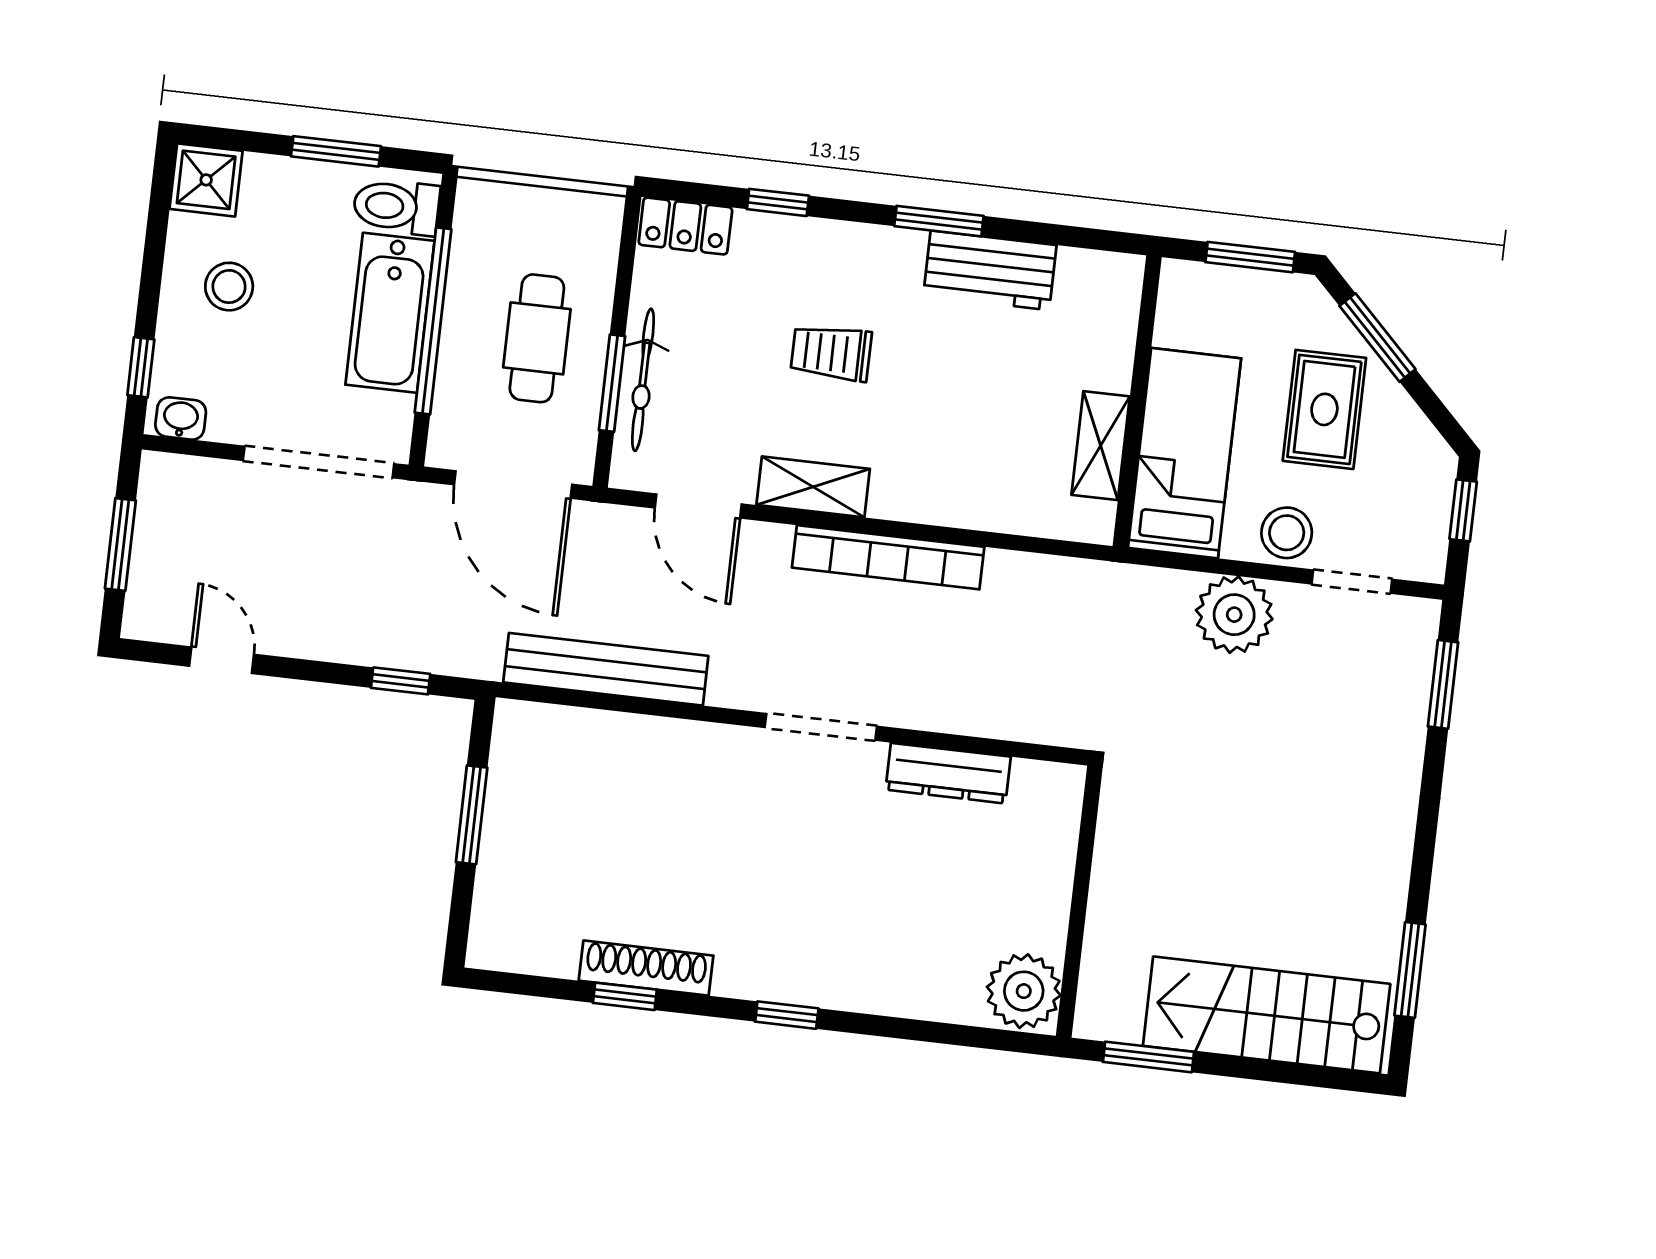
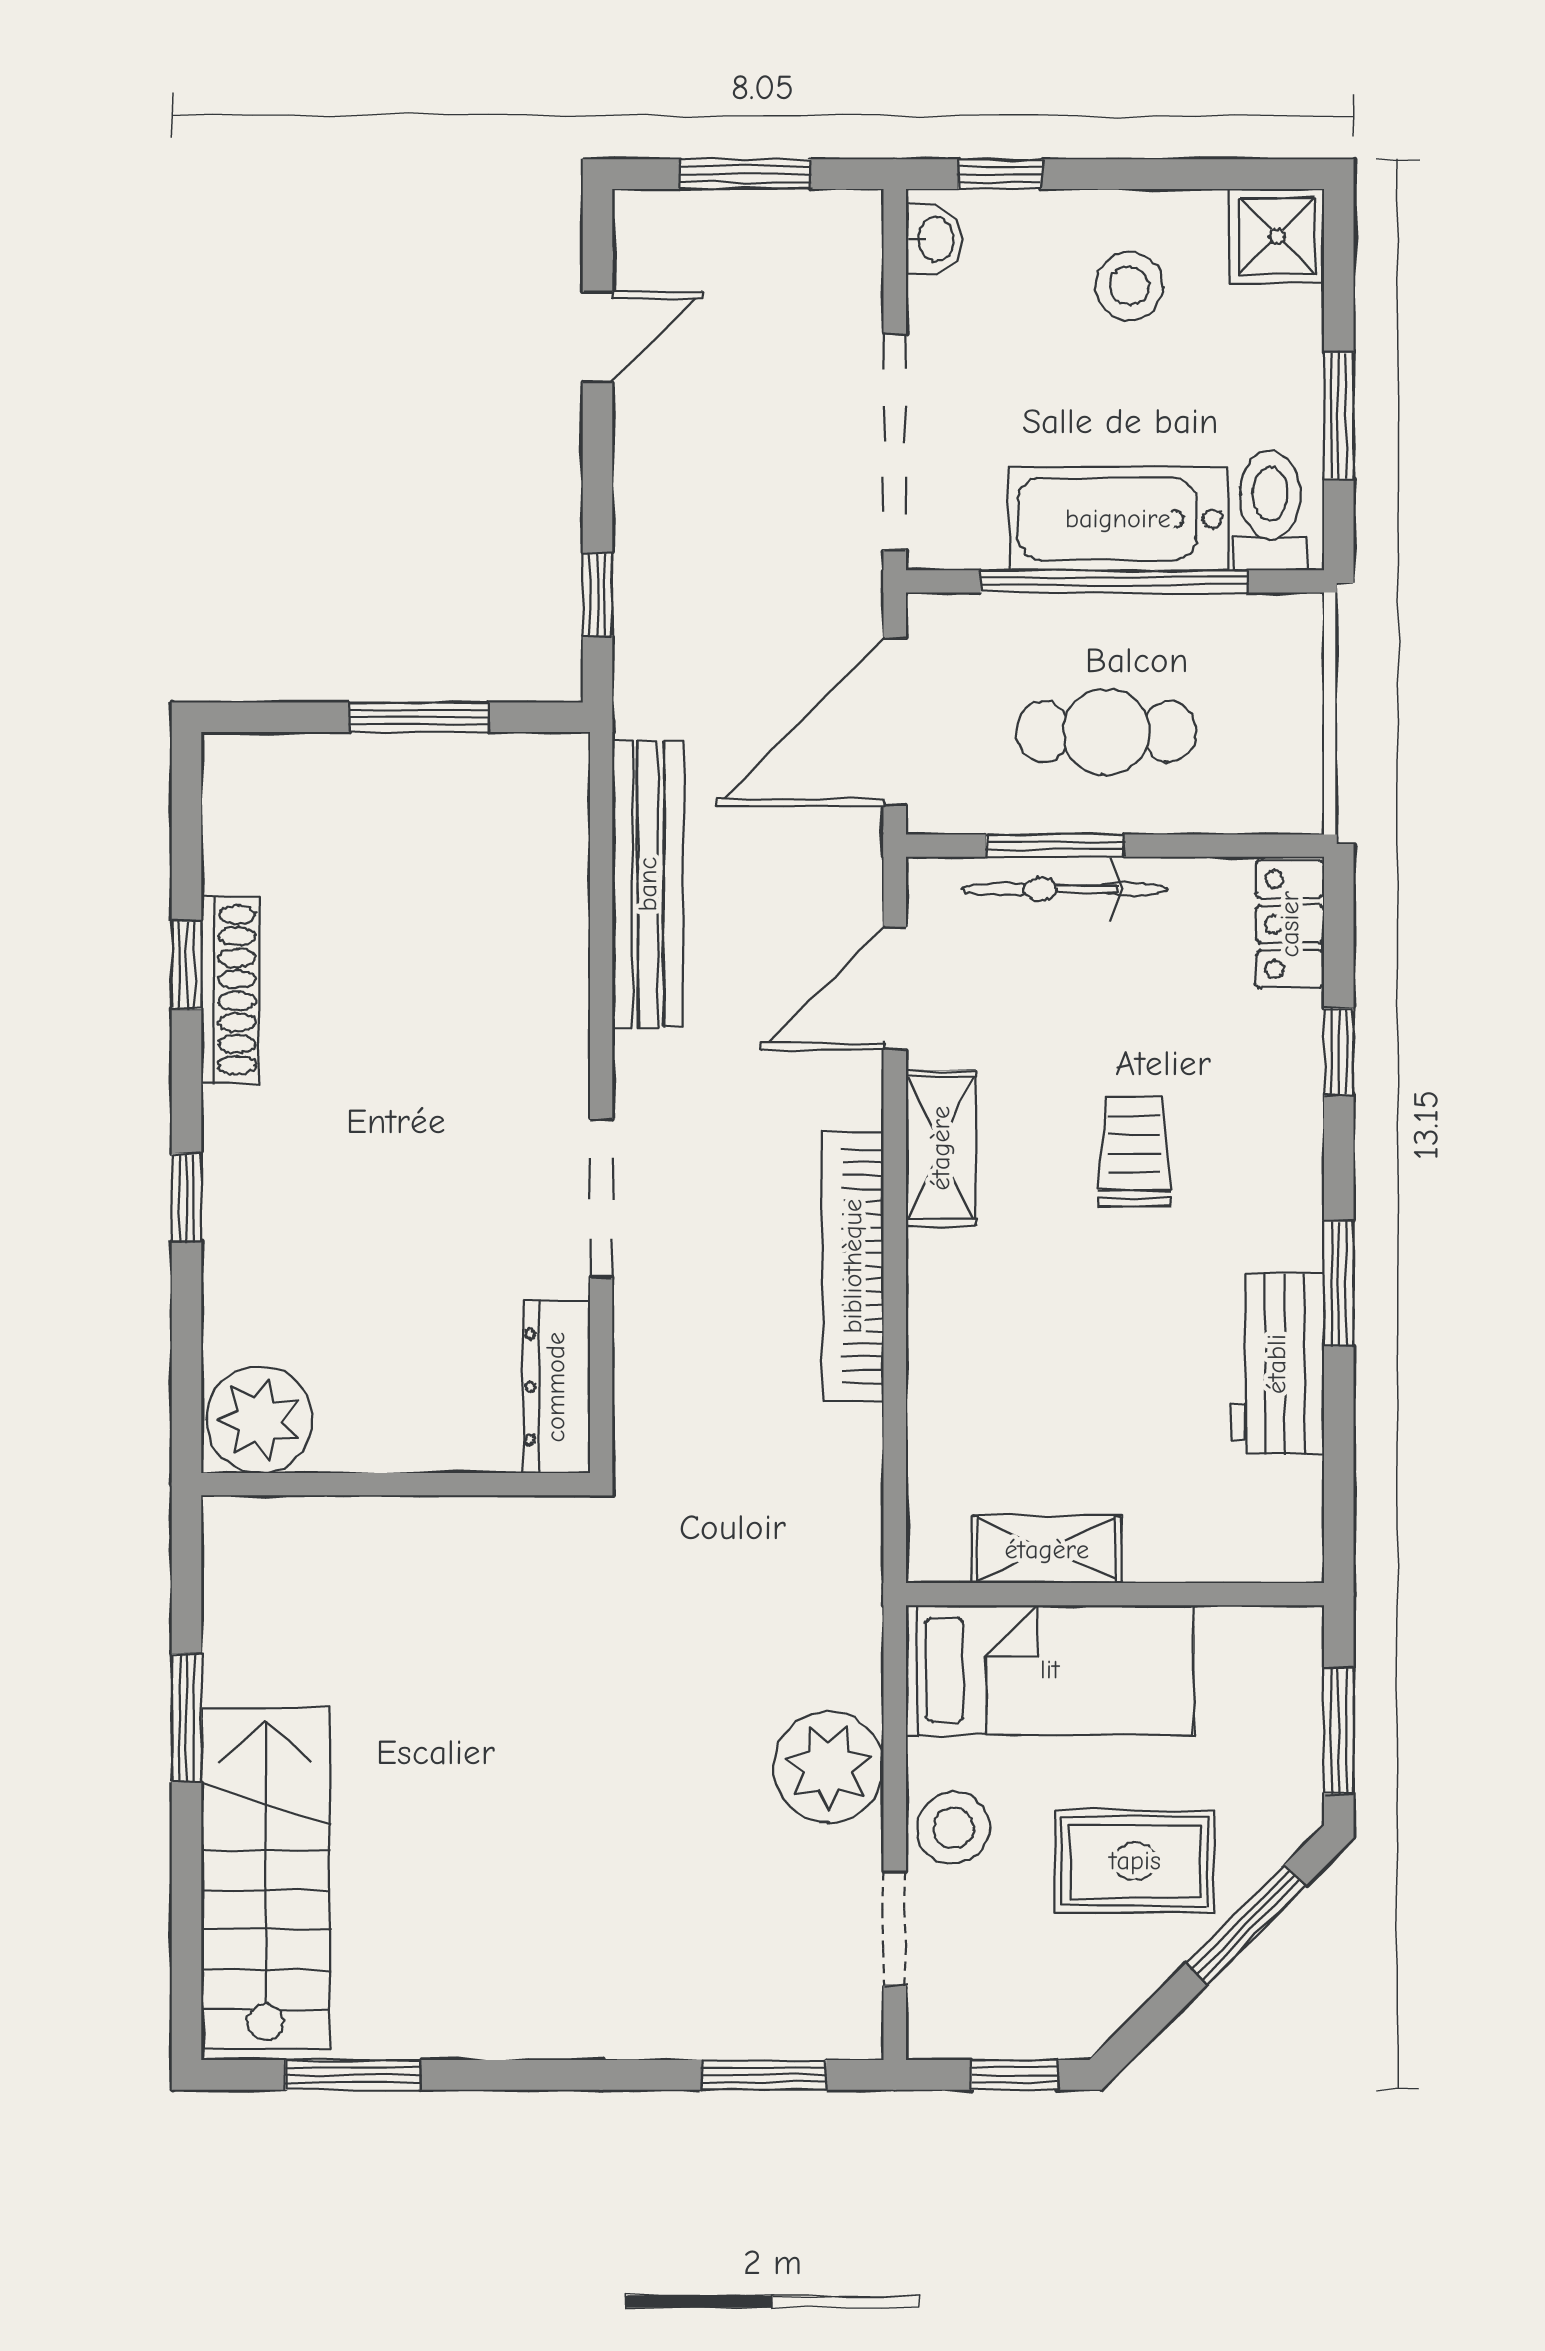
wall: (1079, 902) -> (396, 1484), moved
plant: (1024, 991) -> (260, 1420), moved

